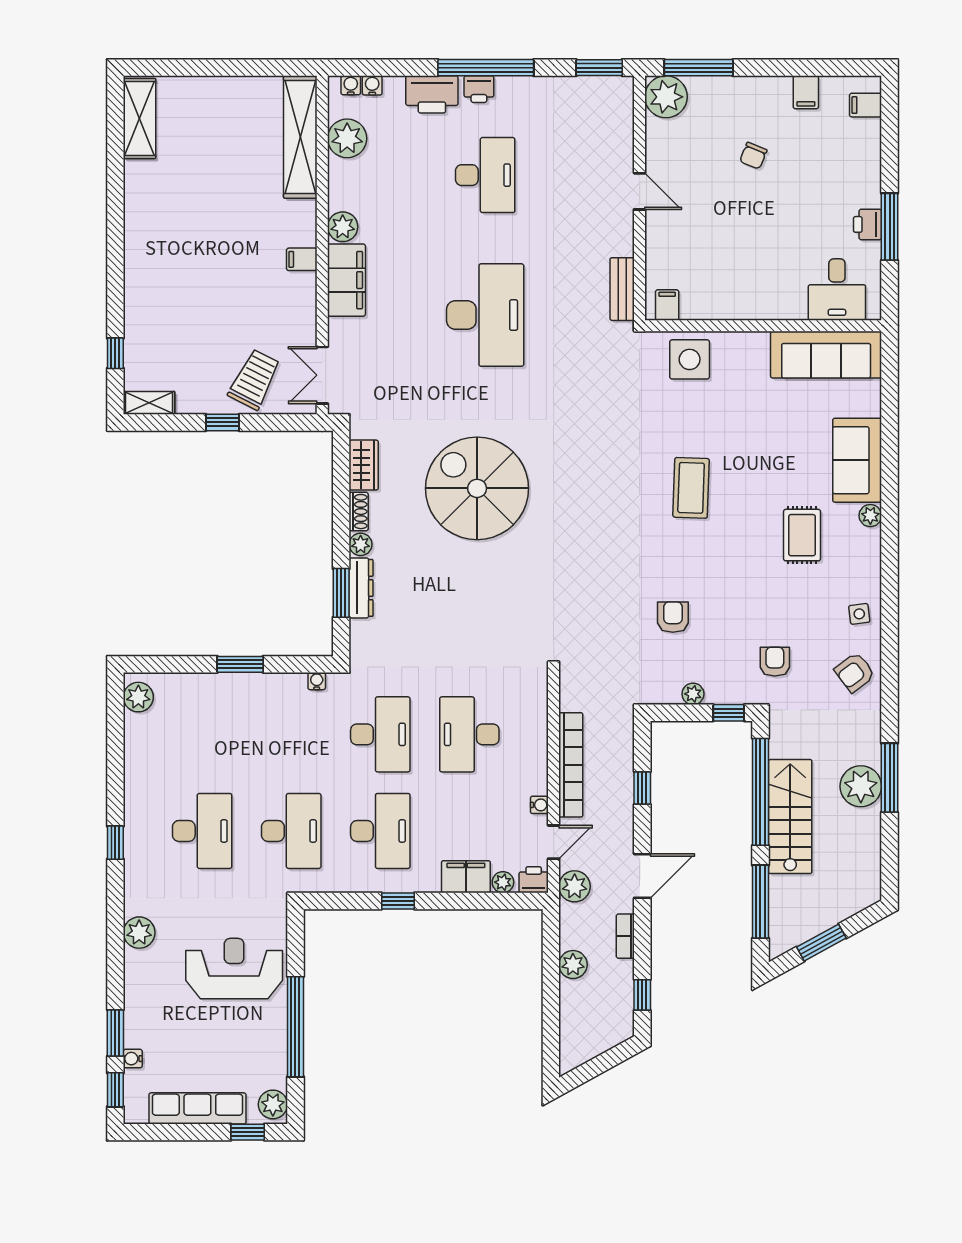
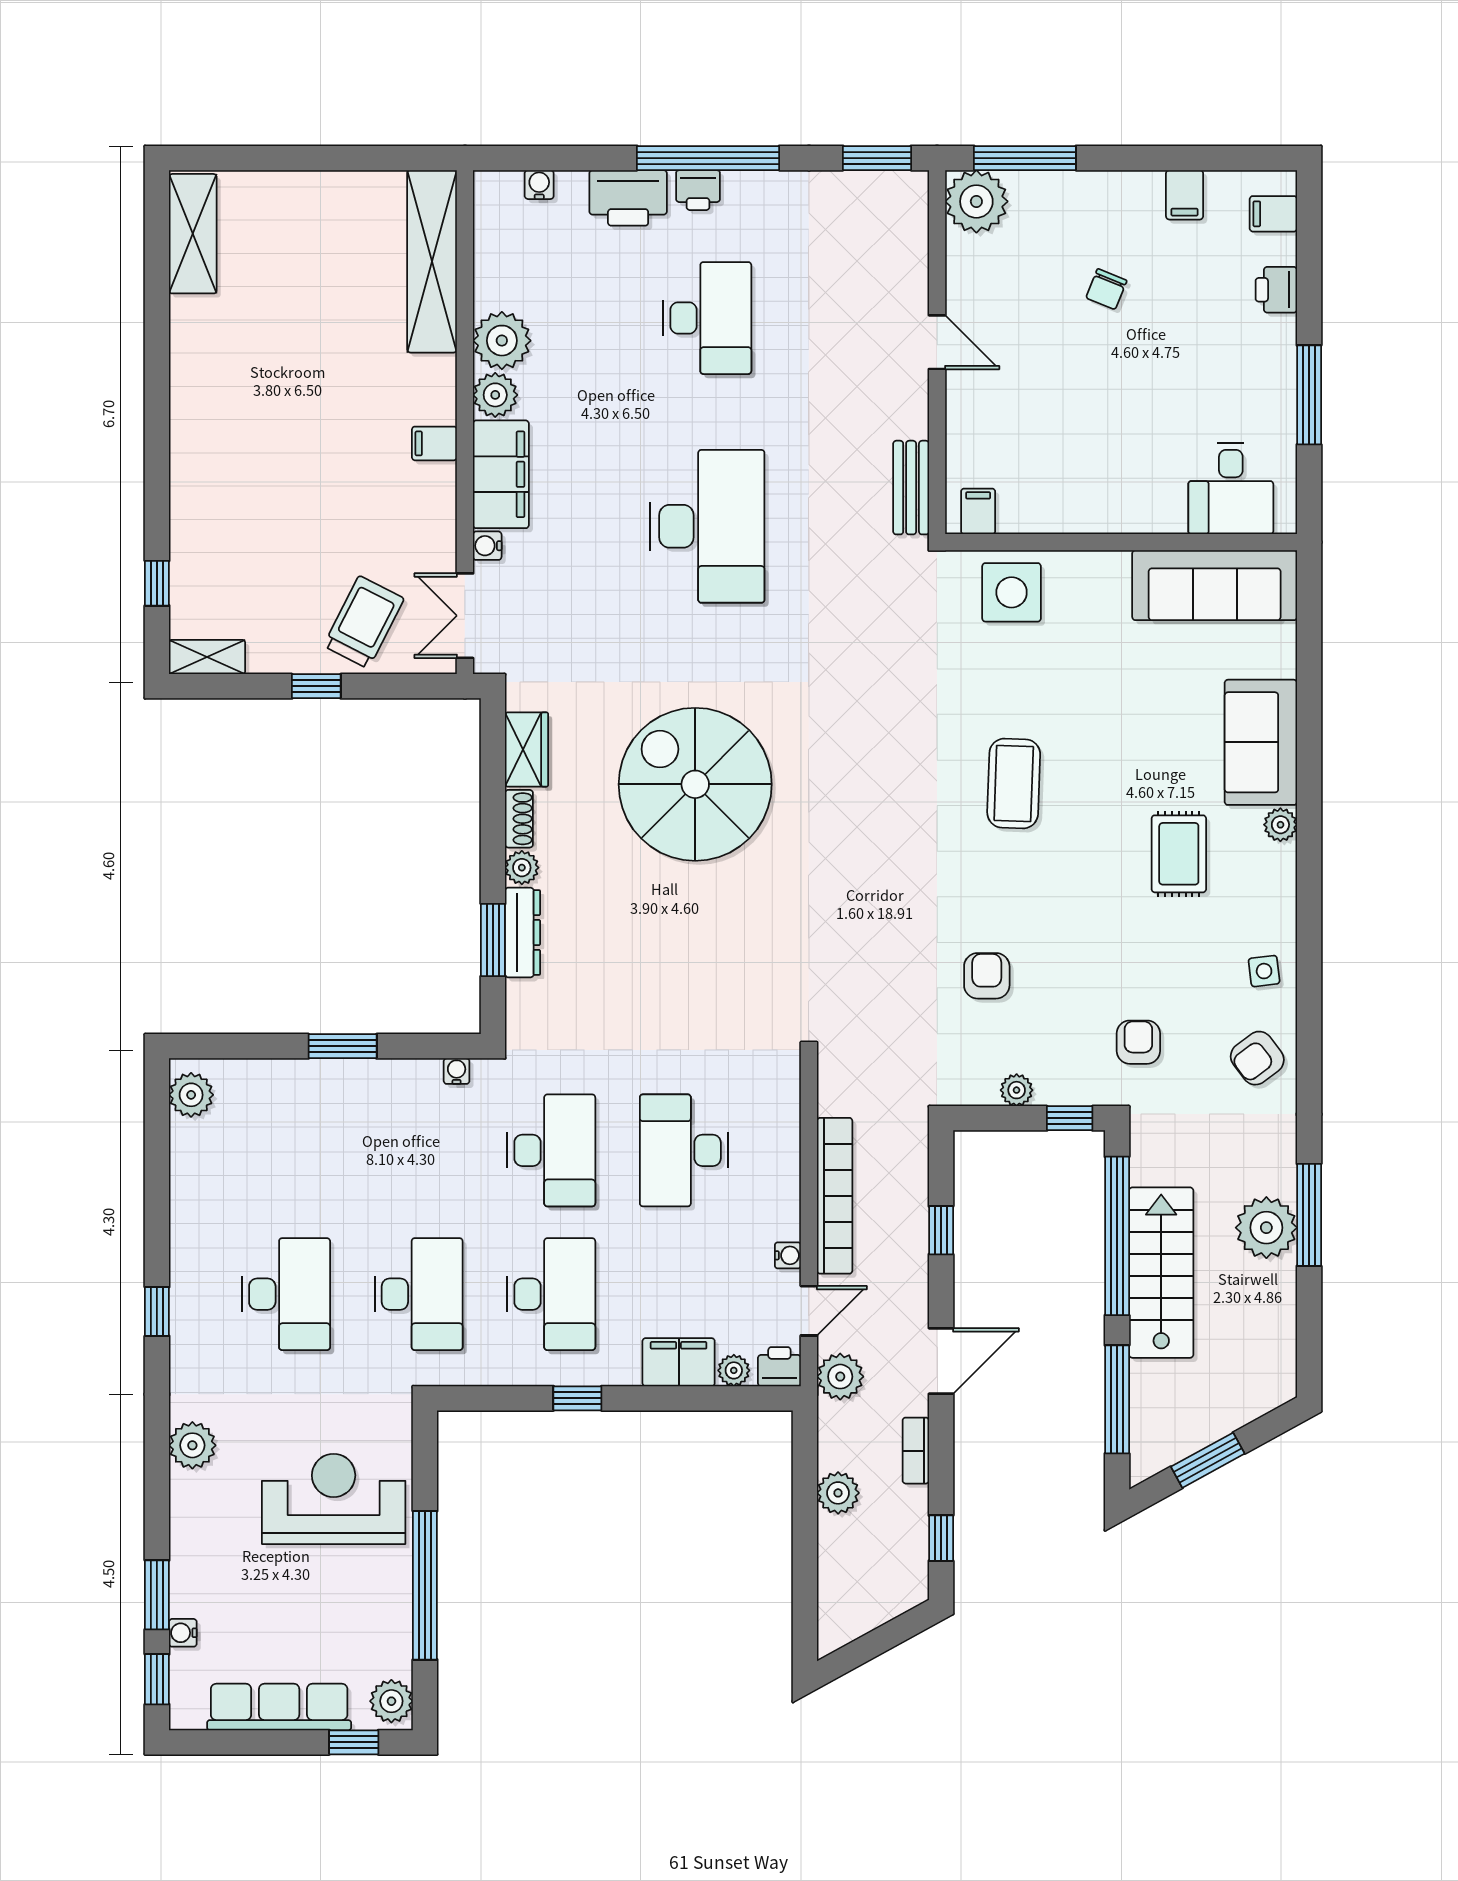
water cooler: (351, 85) -> (487, 546), moved, turned -90
plant: (347, 138) -> (502, 341), moved
printer: (868, 224) -> (1276, 290), moved

